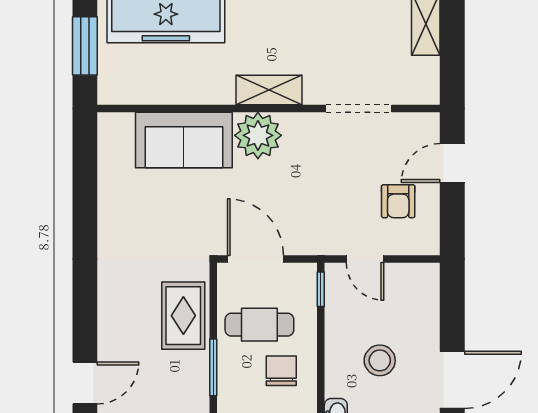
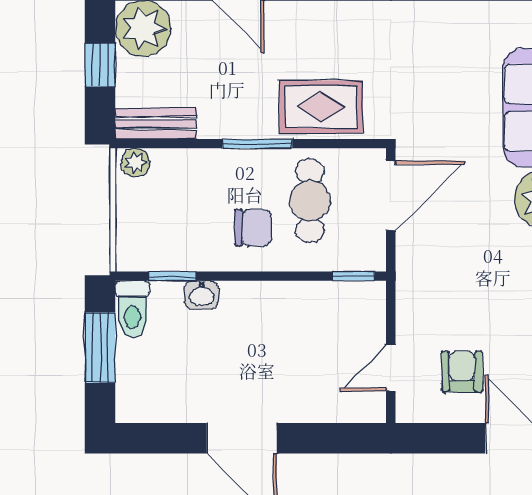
armchair: (398, 201) -> (462, 372), turned 90
door: (365, 259) -> (391, 368), moved
stool: (380, 360) -> (266, 349), removed

